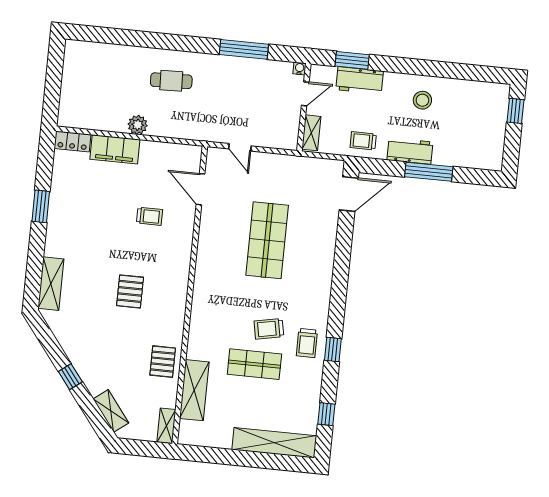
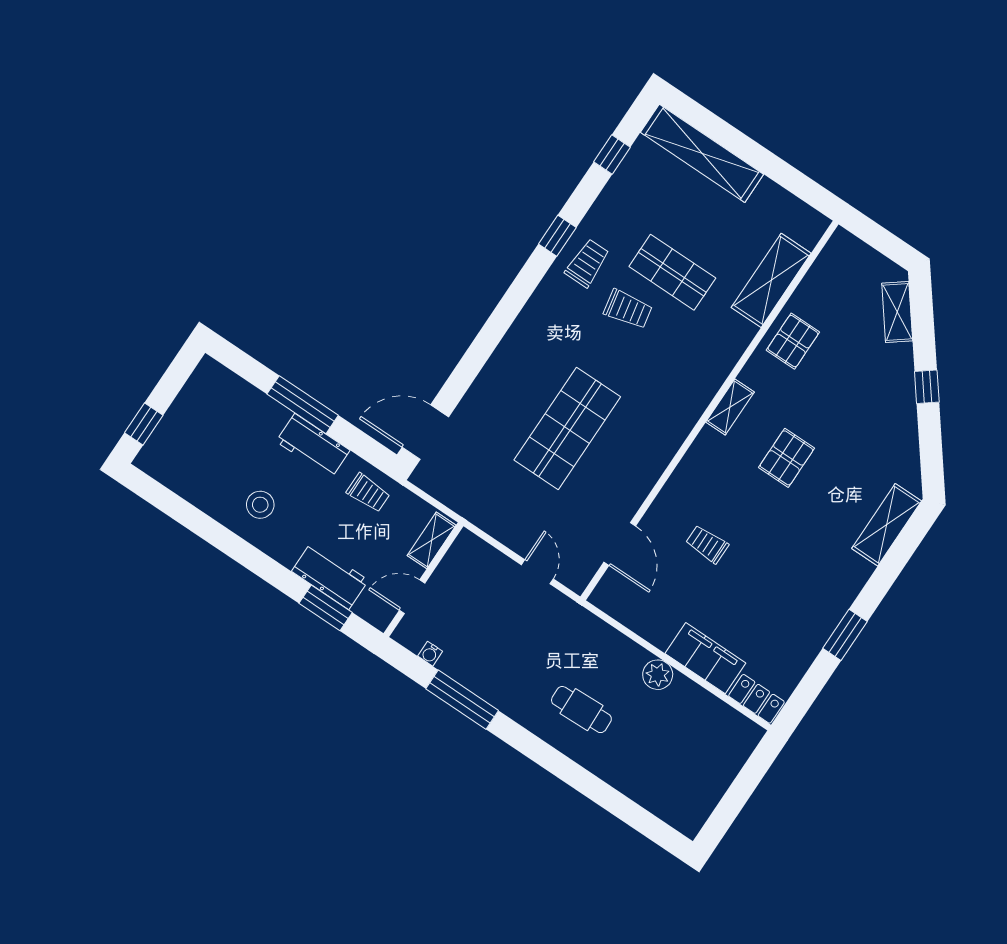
water cooler: (299, 69) -> (430, 654), moved
shelving: (166, 426) -> (730, 407), moved

